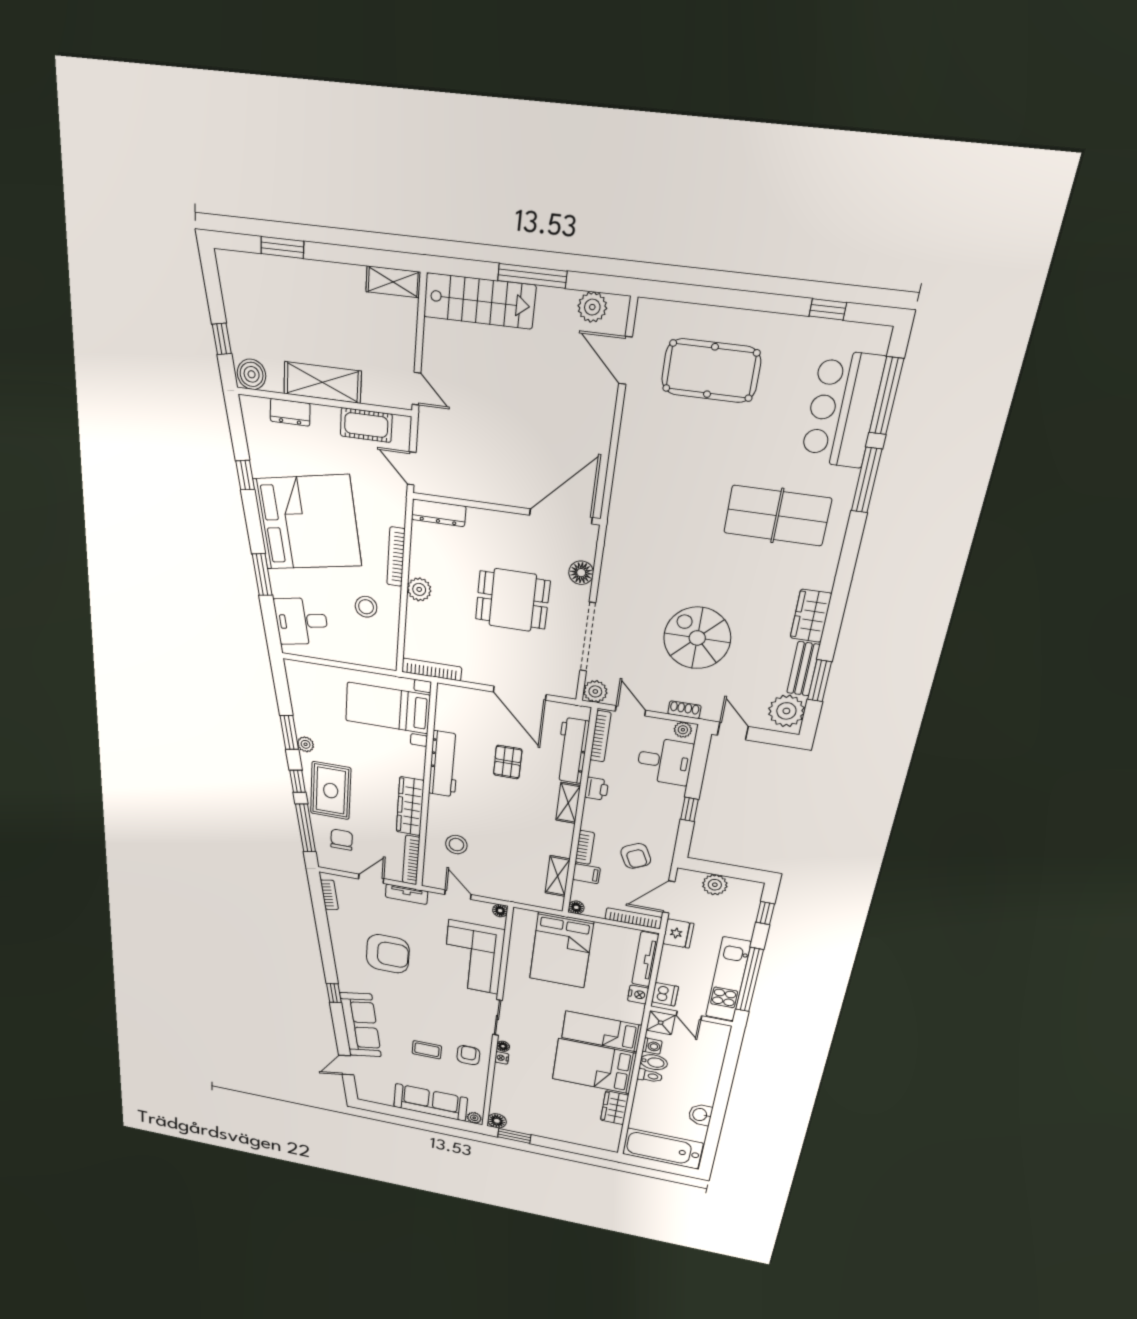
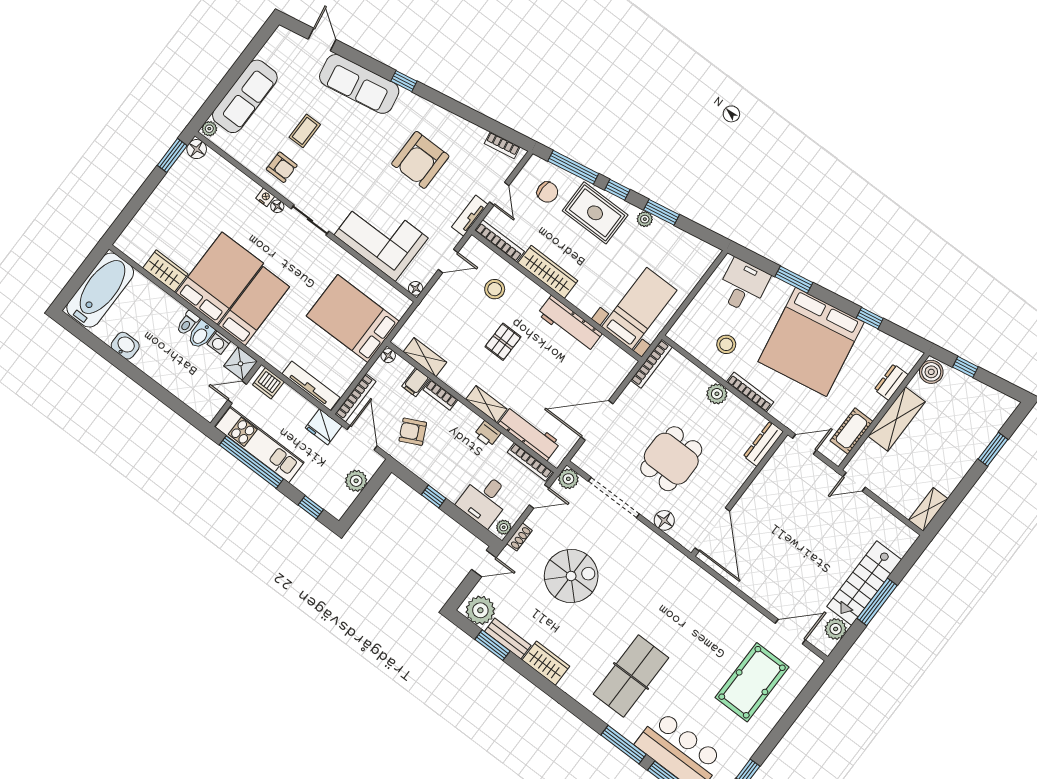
stairs: (479, 301) -> (864, 583), moved
pallet: (508, 762) -> (503, 342), moved, turned 90
nightstand: (638, 994) -> (278, 360), removed

